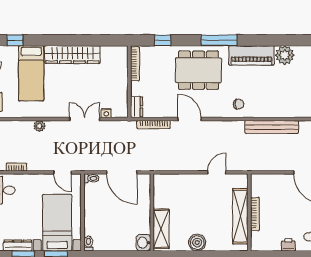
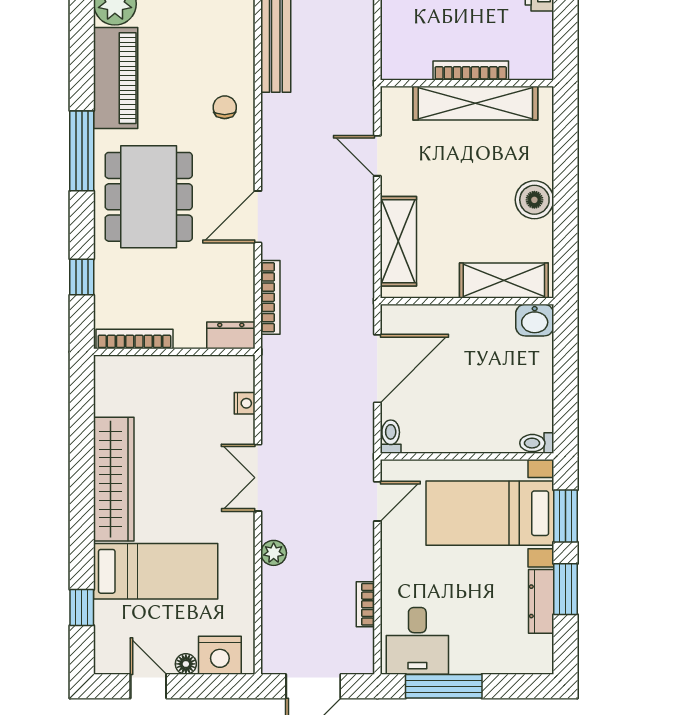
double door: (85, 119) -> (258, 478), moved
shelving: (179, 182) -> (398, 241), added

